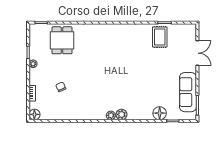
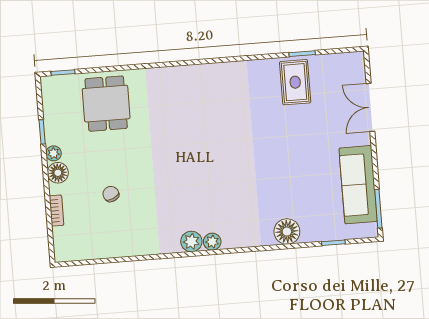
double door: (197, 53) -> (370, 107), swing flipped
floor lamp: (160, 113) -> (287, 232), moved
floor lamp: (34, 114) -> (58, 173), moved
plant: (121, 114) -> (191, 241), moved

